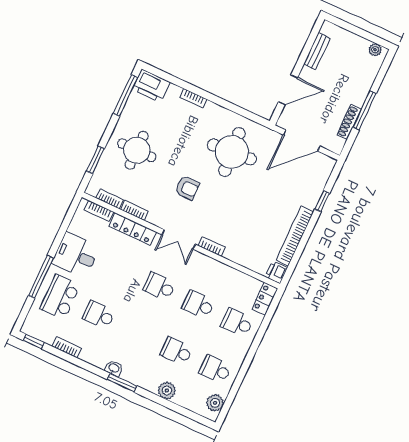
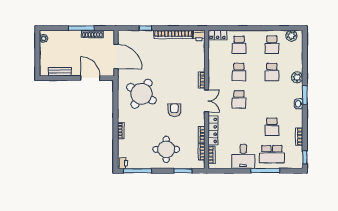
printer: (151, 86) -> (122, 163), width x0.53, depth x0.68
round table: (232, 152) -> (141, 94), turned 35
plant: (167, 390) -> (297, 77), moved

